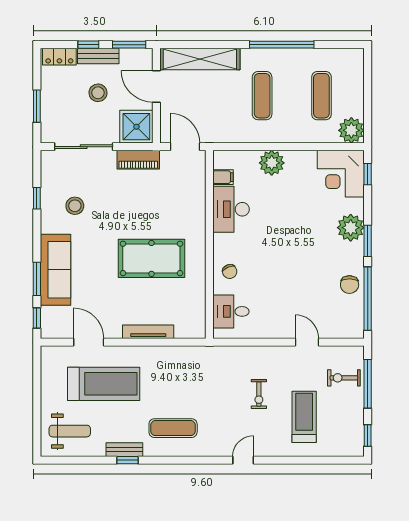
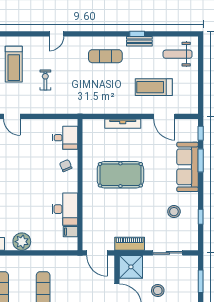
sliding door: (84, 147) -> (168, 253), width x0.73
plant: (272, 163) -> (22, 242), moved
treadmill: (104, 384) -> (154, 87), width x0.73, depth x0.73

